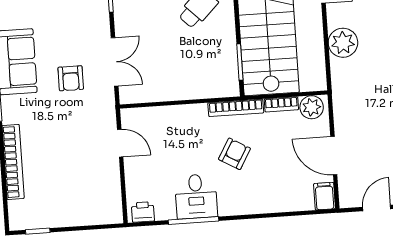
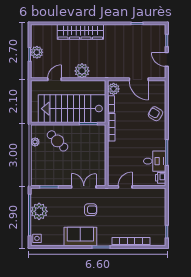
armchair: (234, 154) -> (155, 114), moved
door: (334, 156) -> (139, 79), hinge flipped
desk: (196, 196) -> (155, 161), moved
filing cabinet: (325, 196) -> (159, 85), removed

